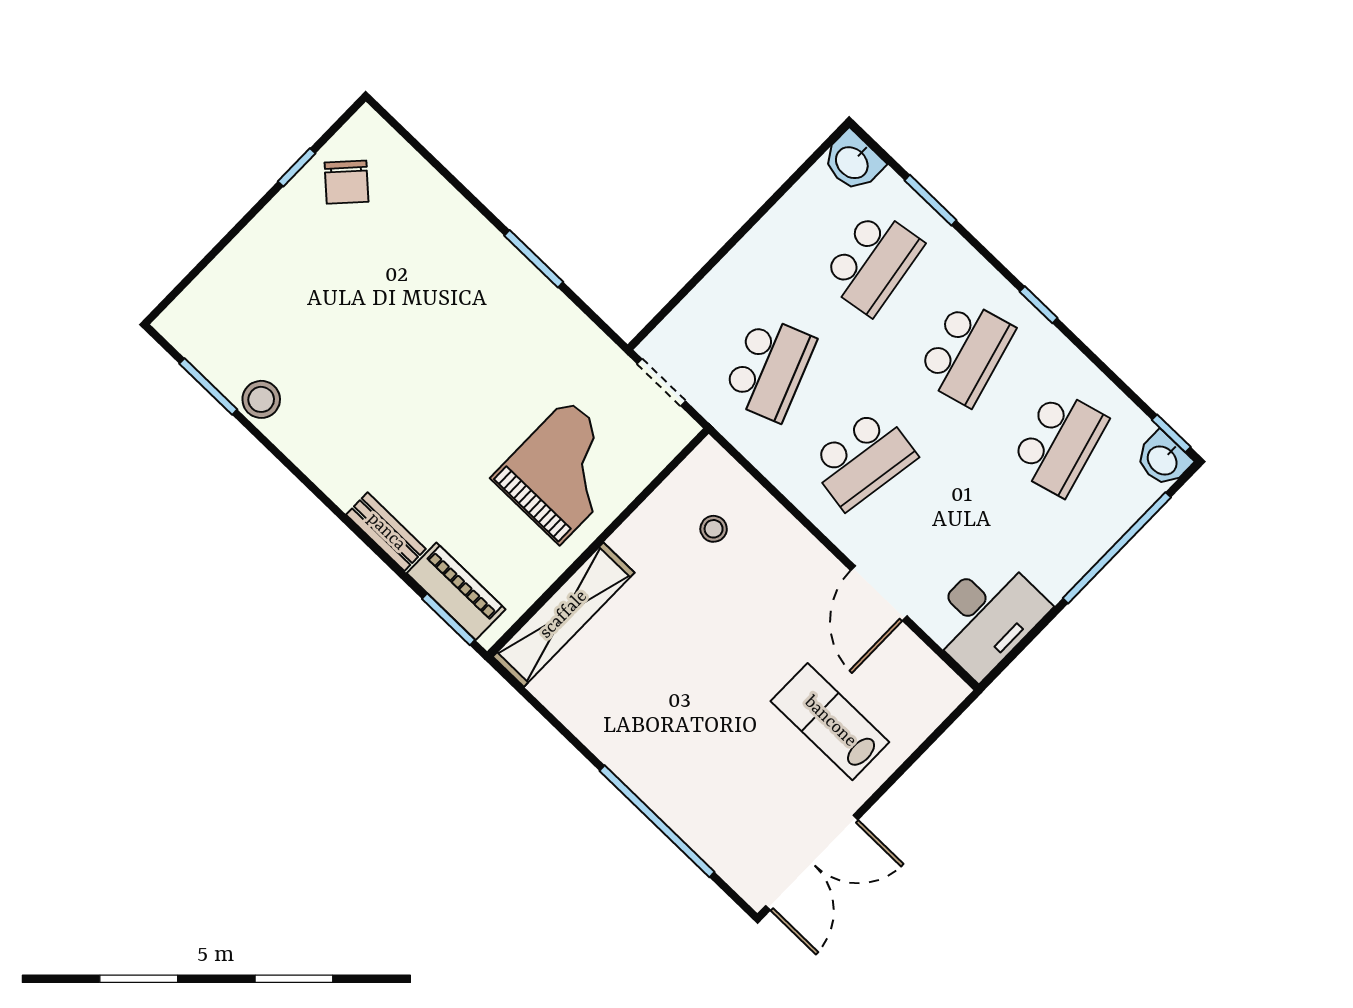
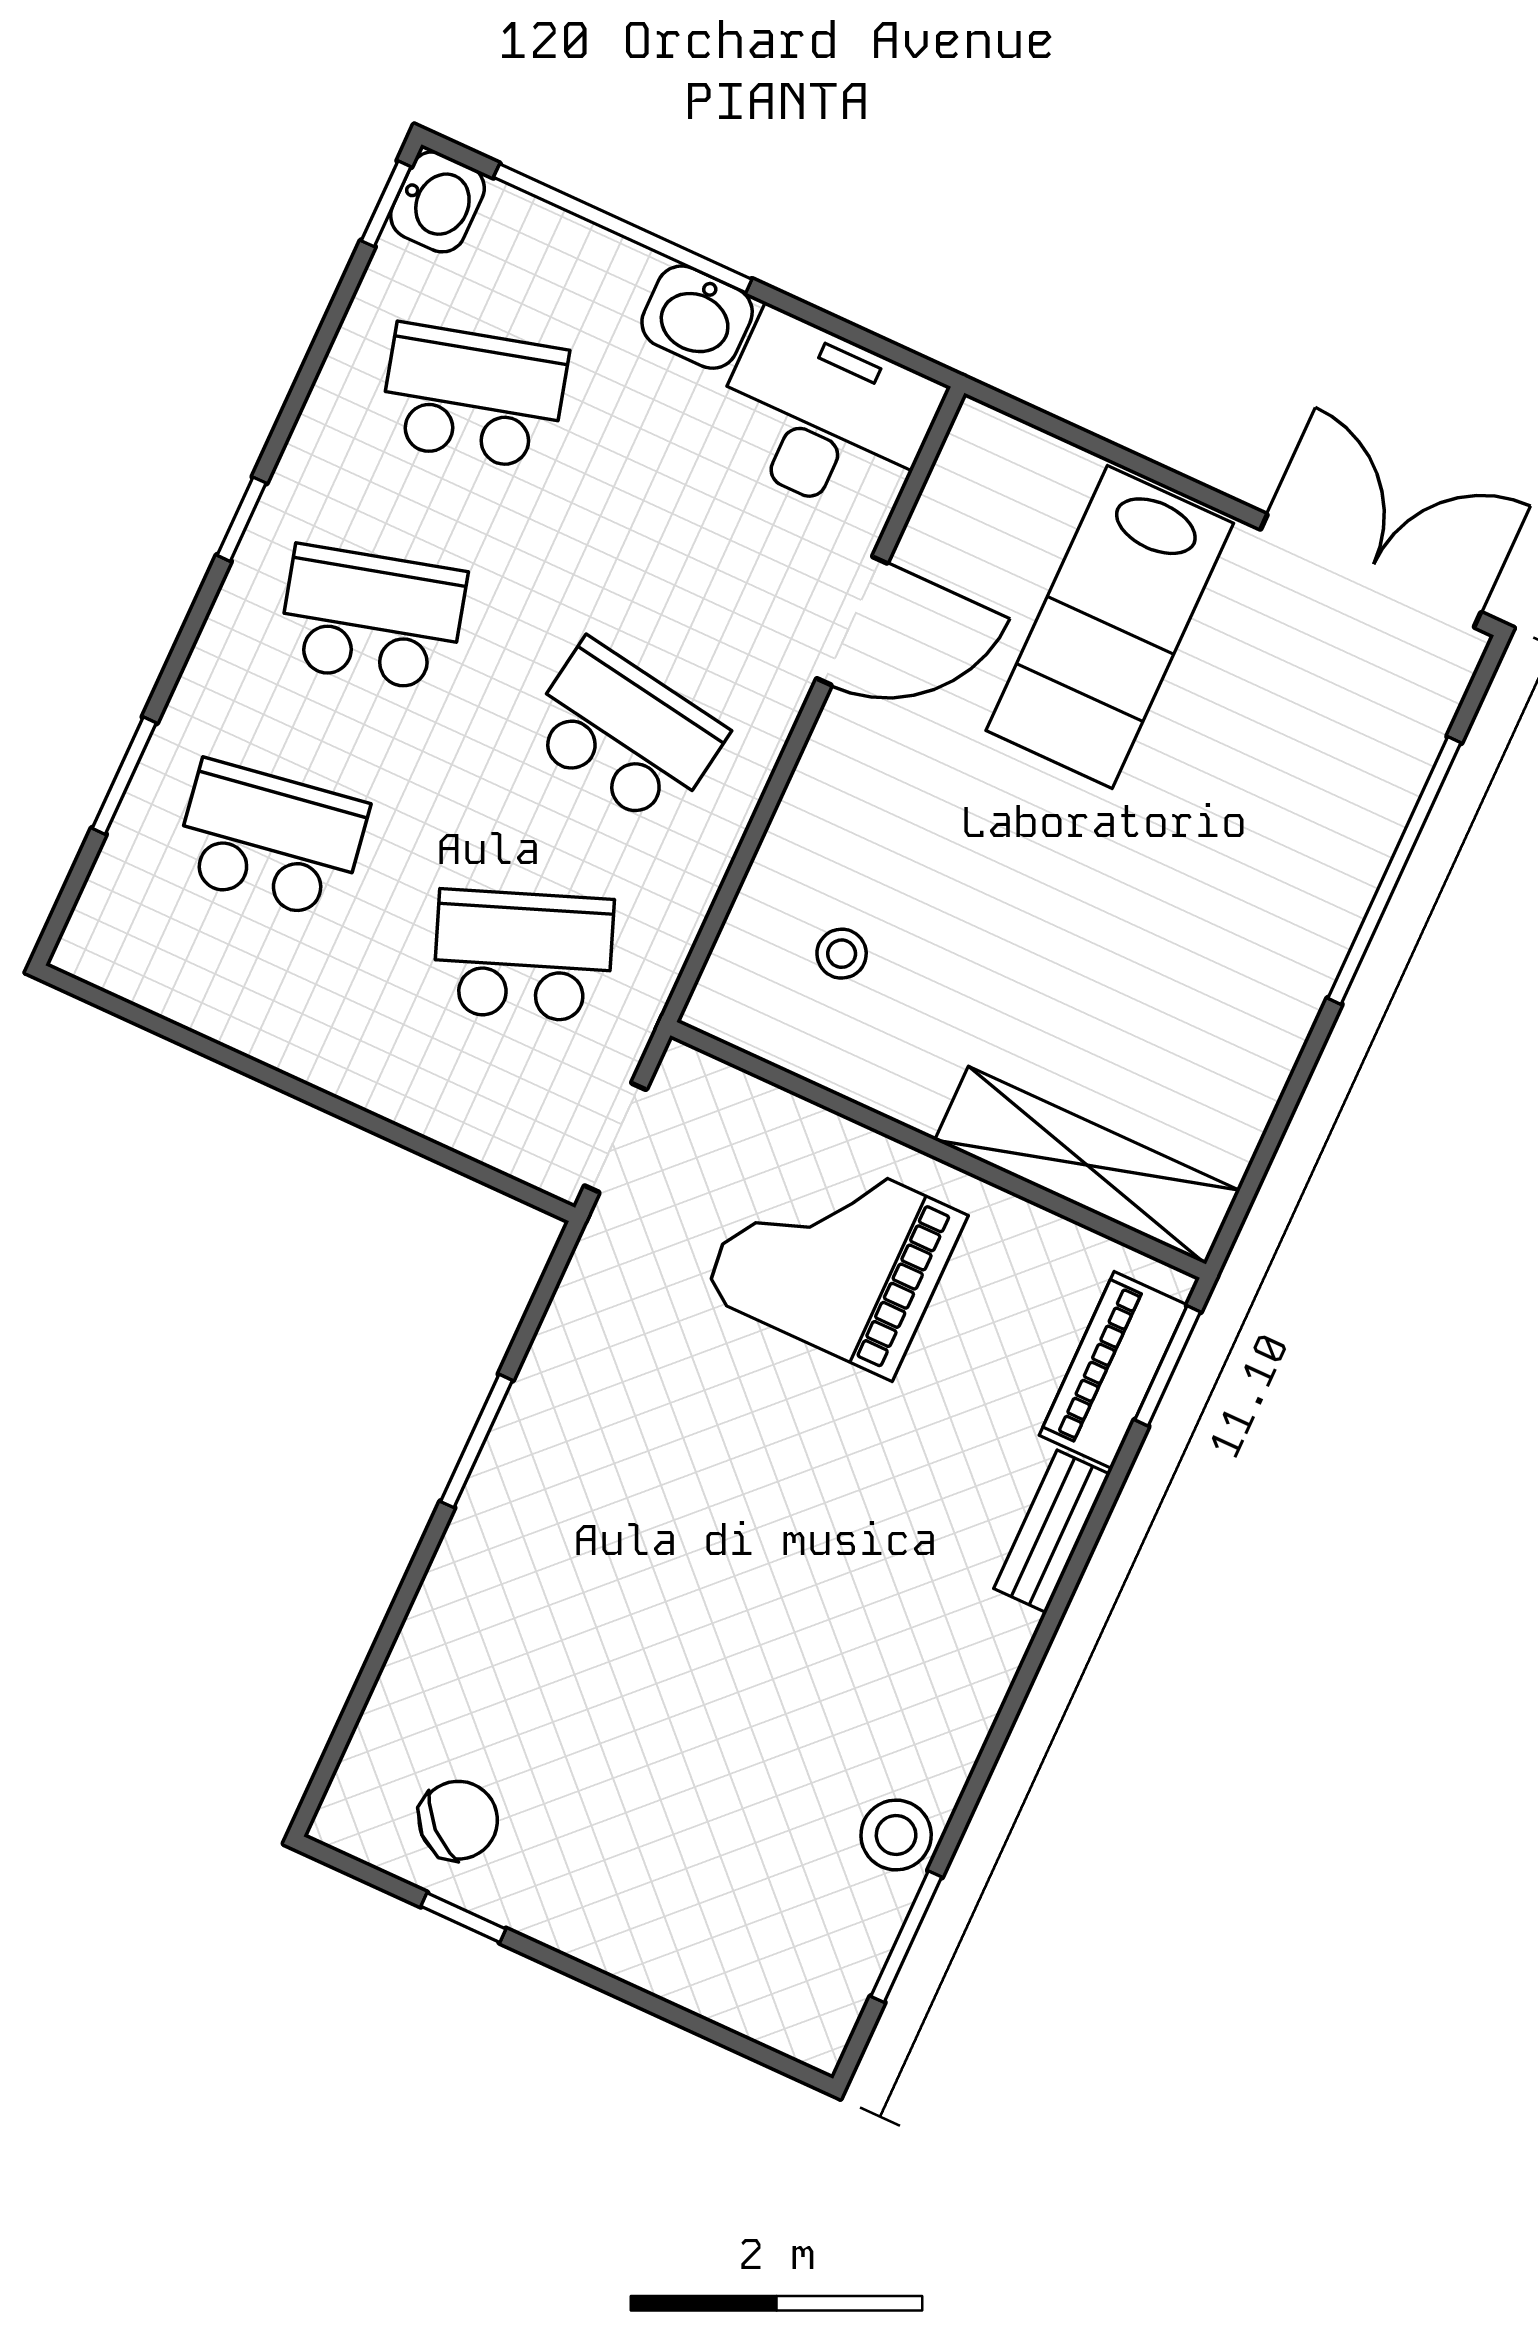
washbasin: (853, 162) -> (697, 317), moved, turned 90
lab bench: (830, 722) -> (1110, 627), width x1.36, depth x1.39

